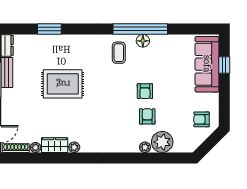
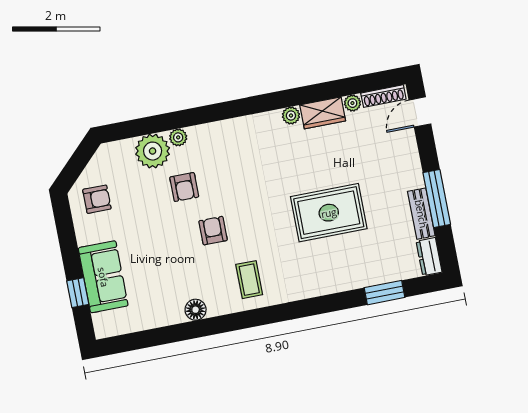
window: (49, 29) -> (384, 293), moved
window: (140, 29) -> (222, 324), removed
floor lamp: (143, 41) -> (196, 310), moved
sofa: (207, 64) -> (103, 277), width x0.73
armchair: (145, 91) -> (213, 231), moved

